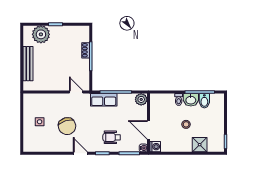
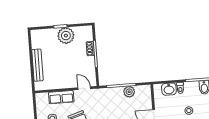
plant: (41, 34) -> (66, 36), moved
plant: (141, 99) -> (129, 92), moved
row of seats: (104, 100) -> (61, 97), moved
washbasin: (191, 100) -> (169, 89), moved

